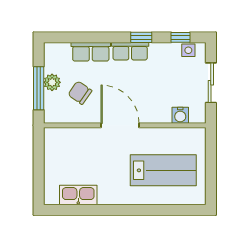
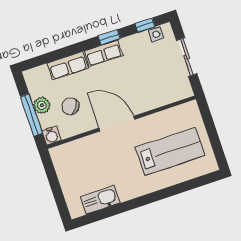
water cooler: (180, 115) -> (51, 135), moved

